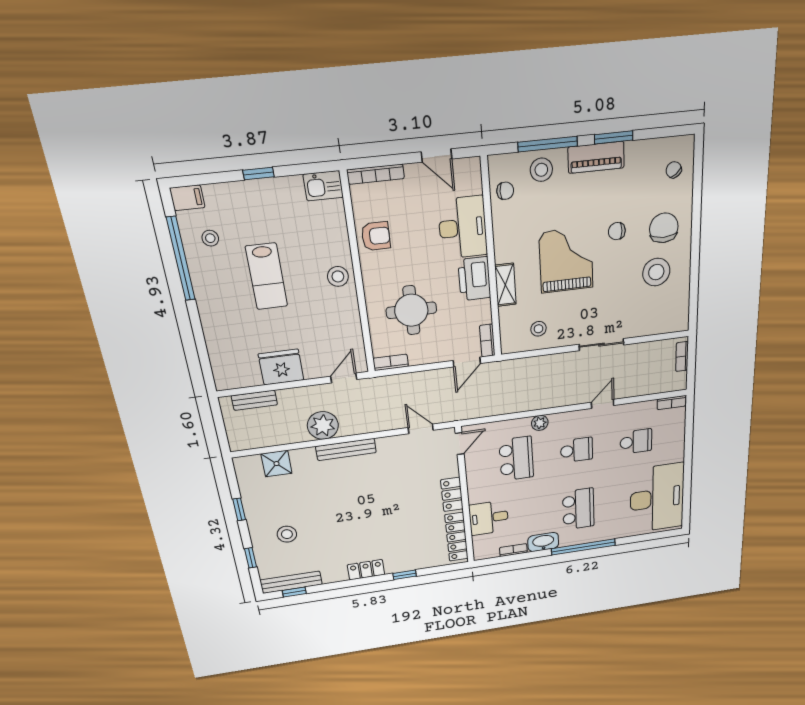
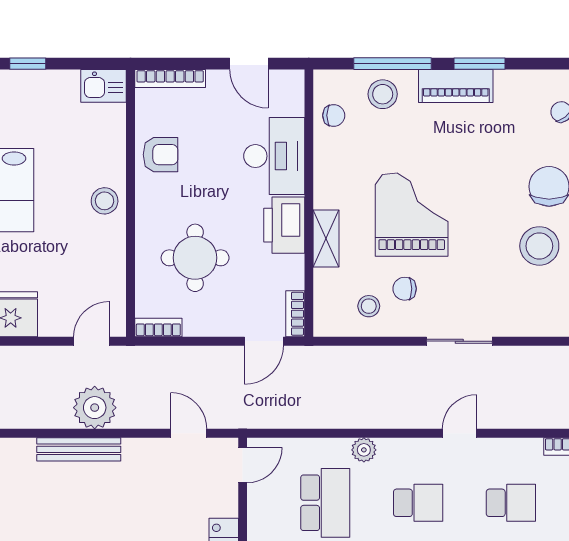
chair: (617, 231) -> (405, 289), moved
plant: (323, 425) -> (95, 408), moved

